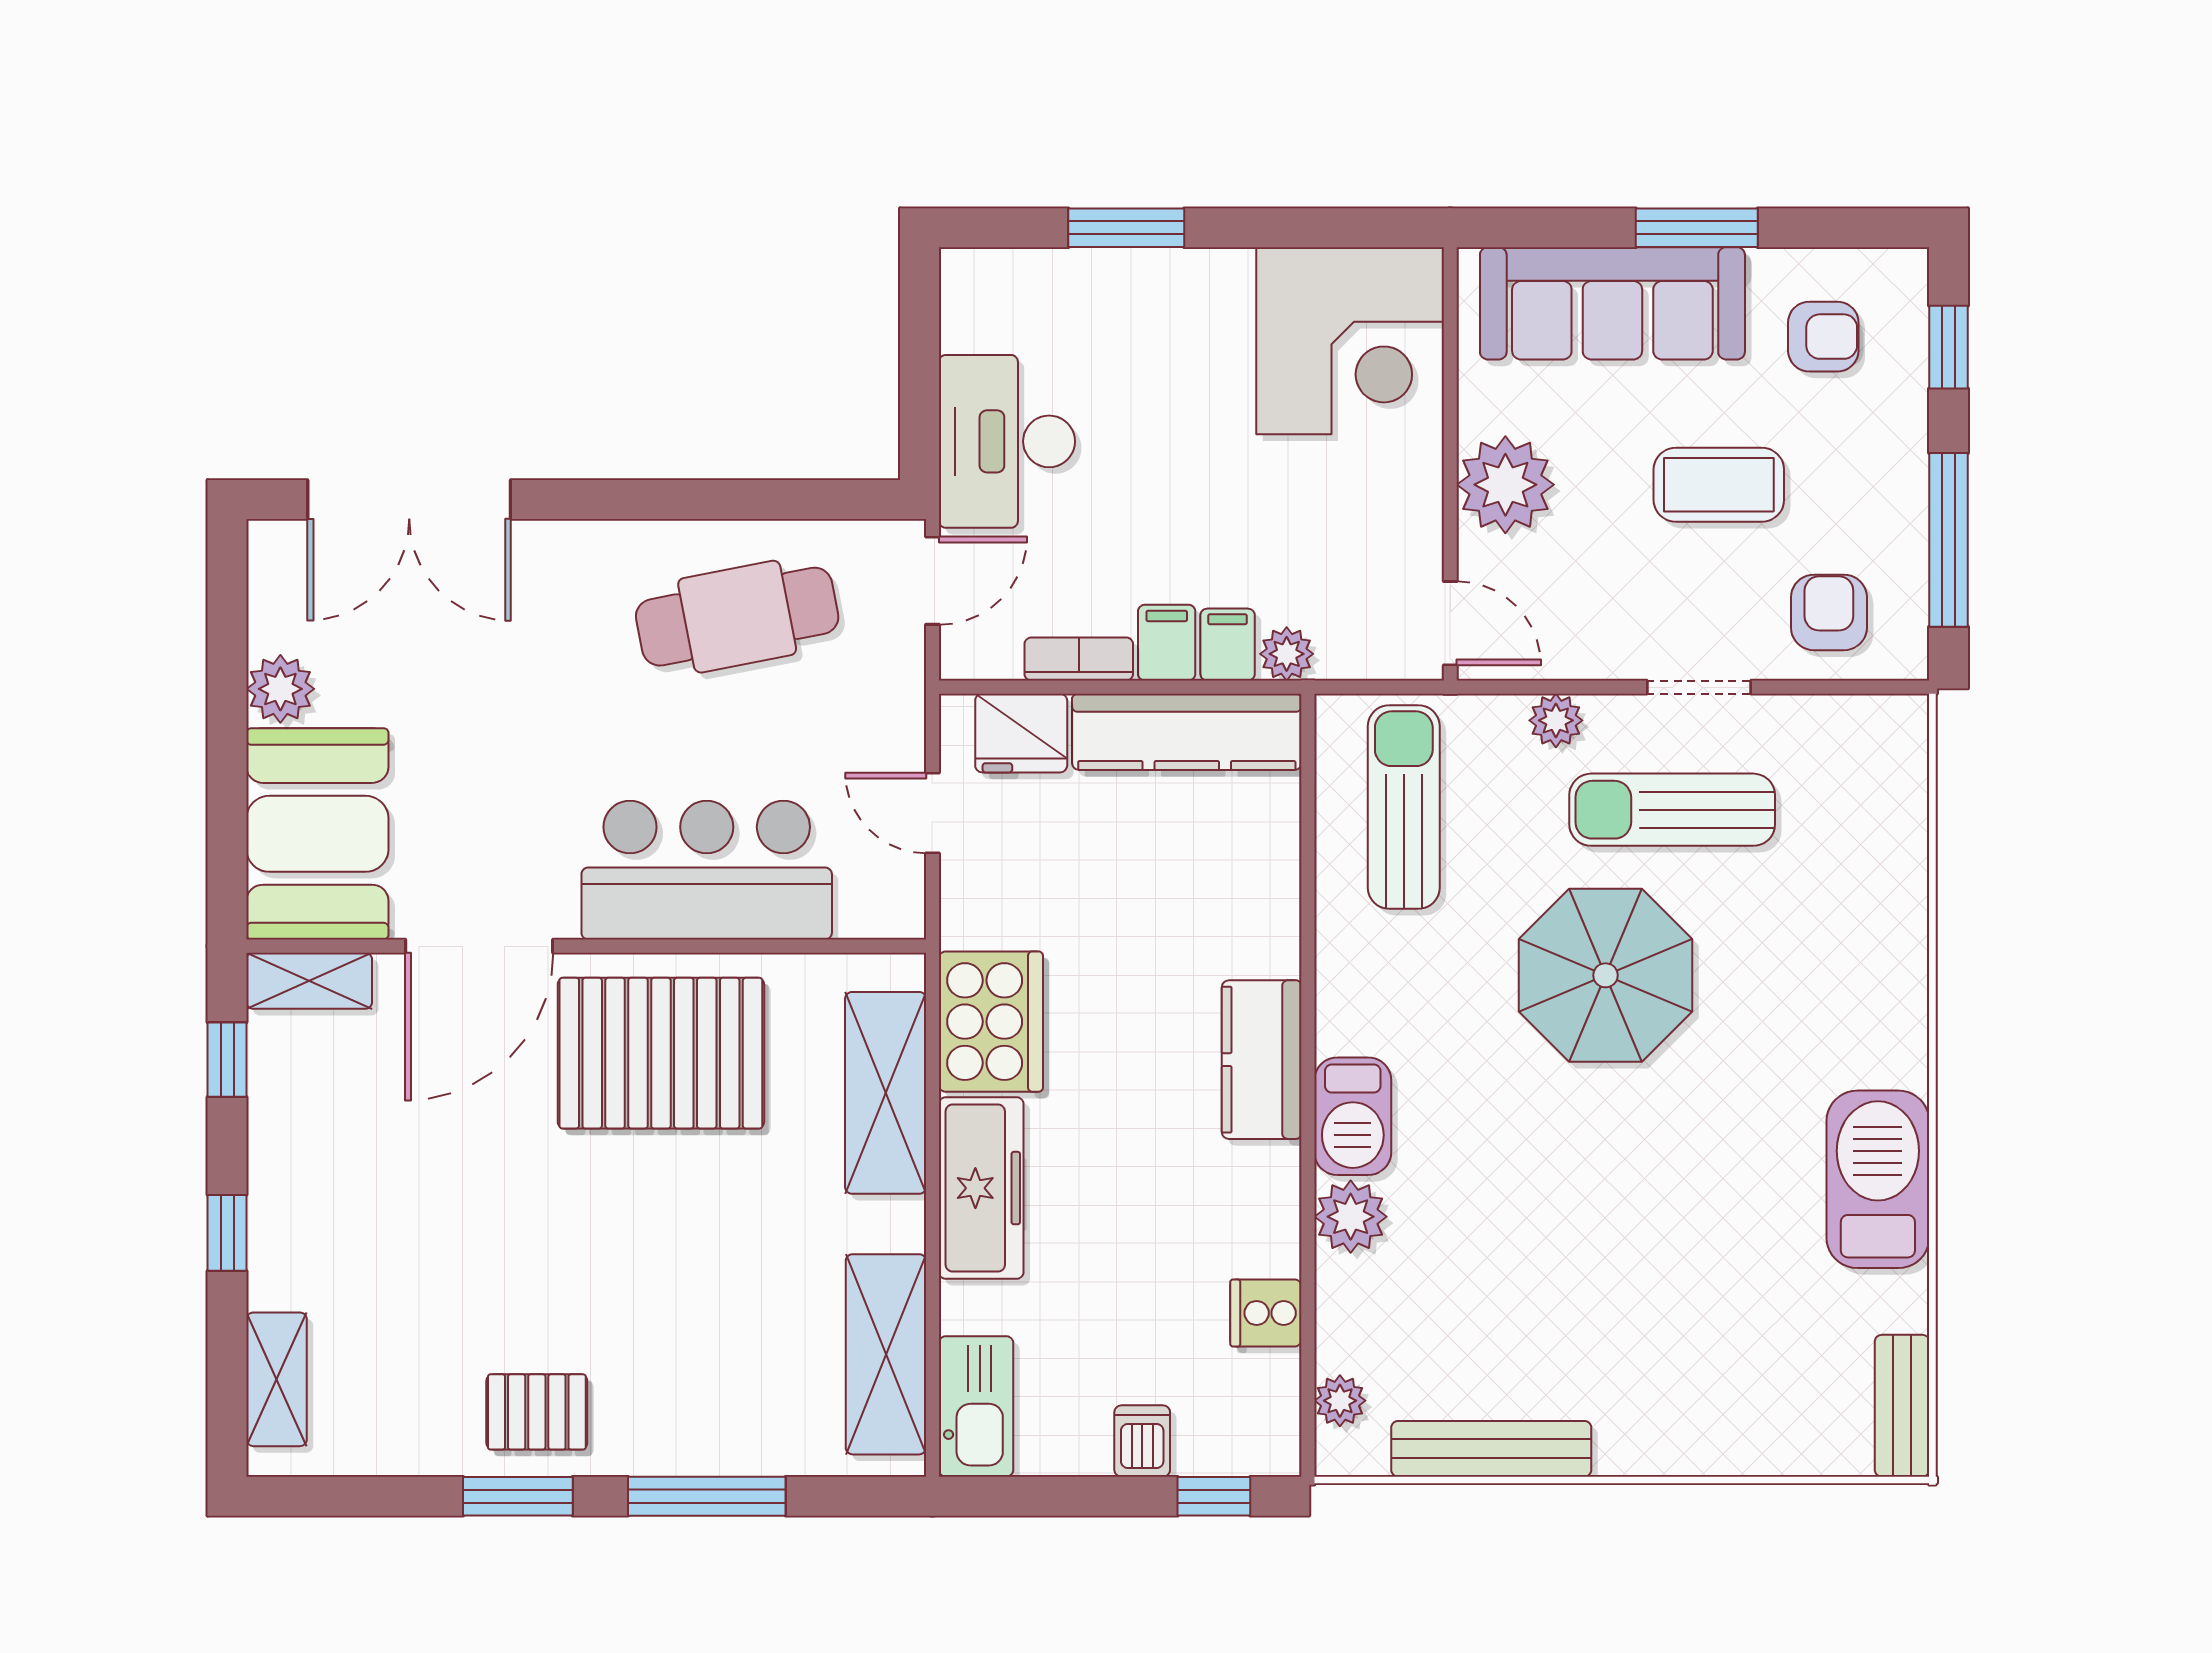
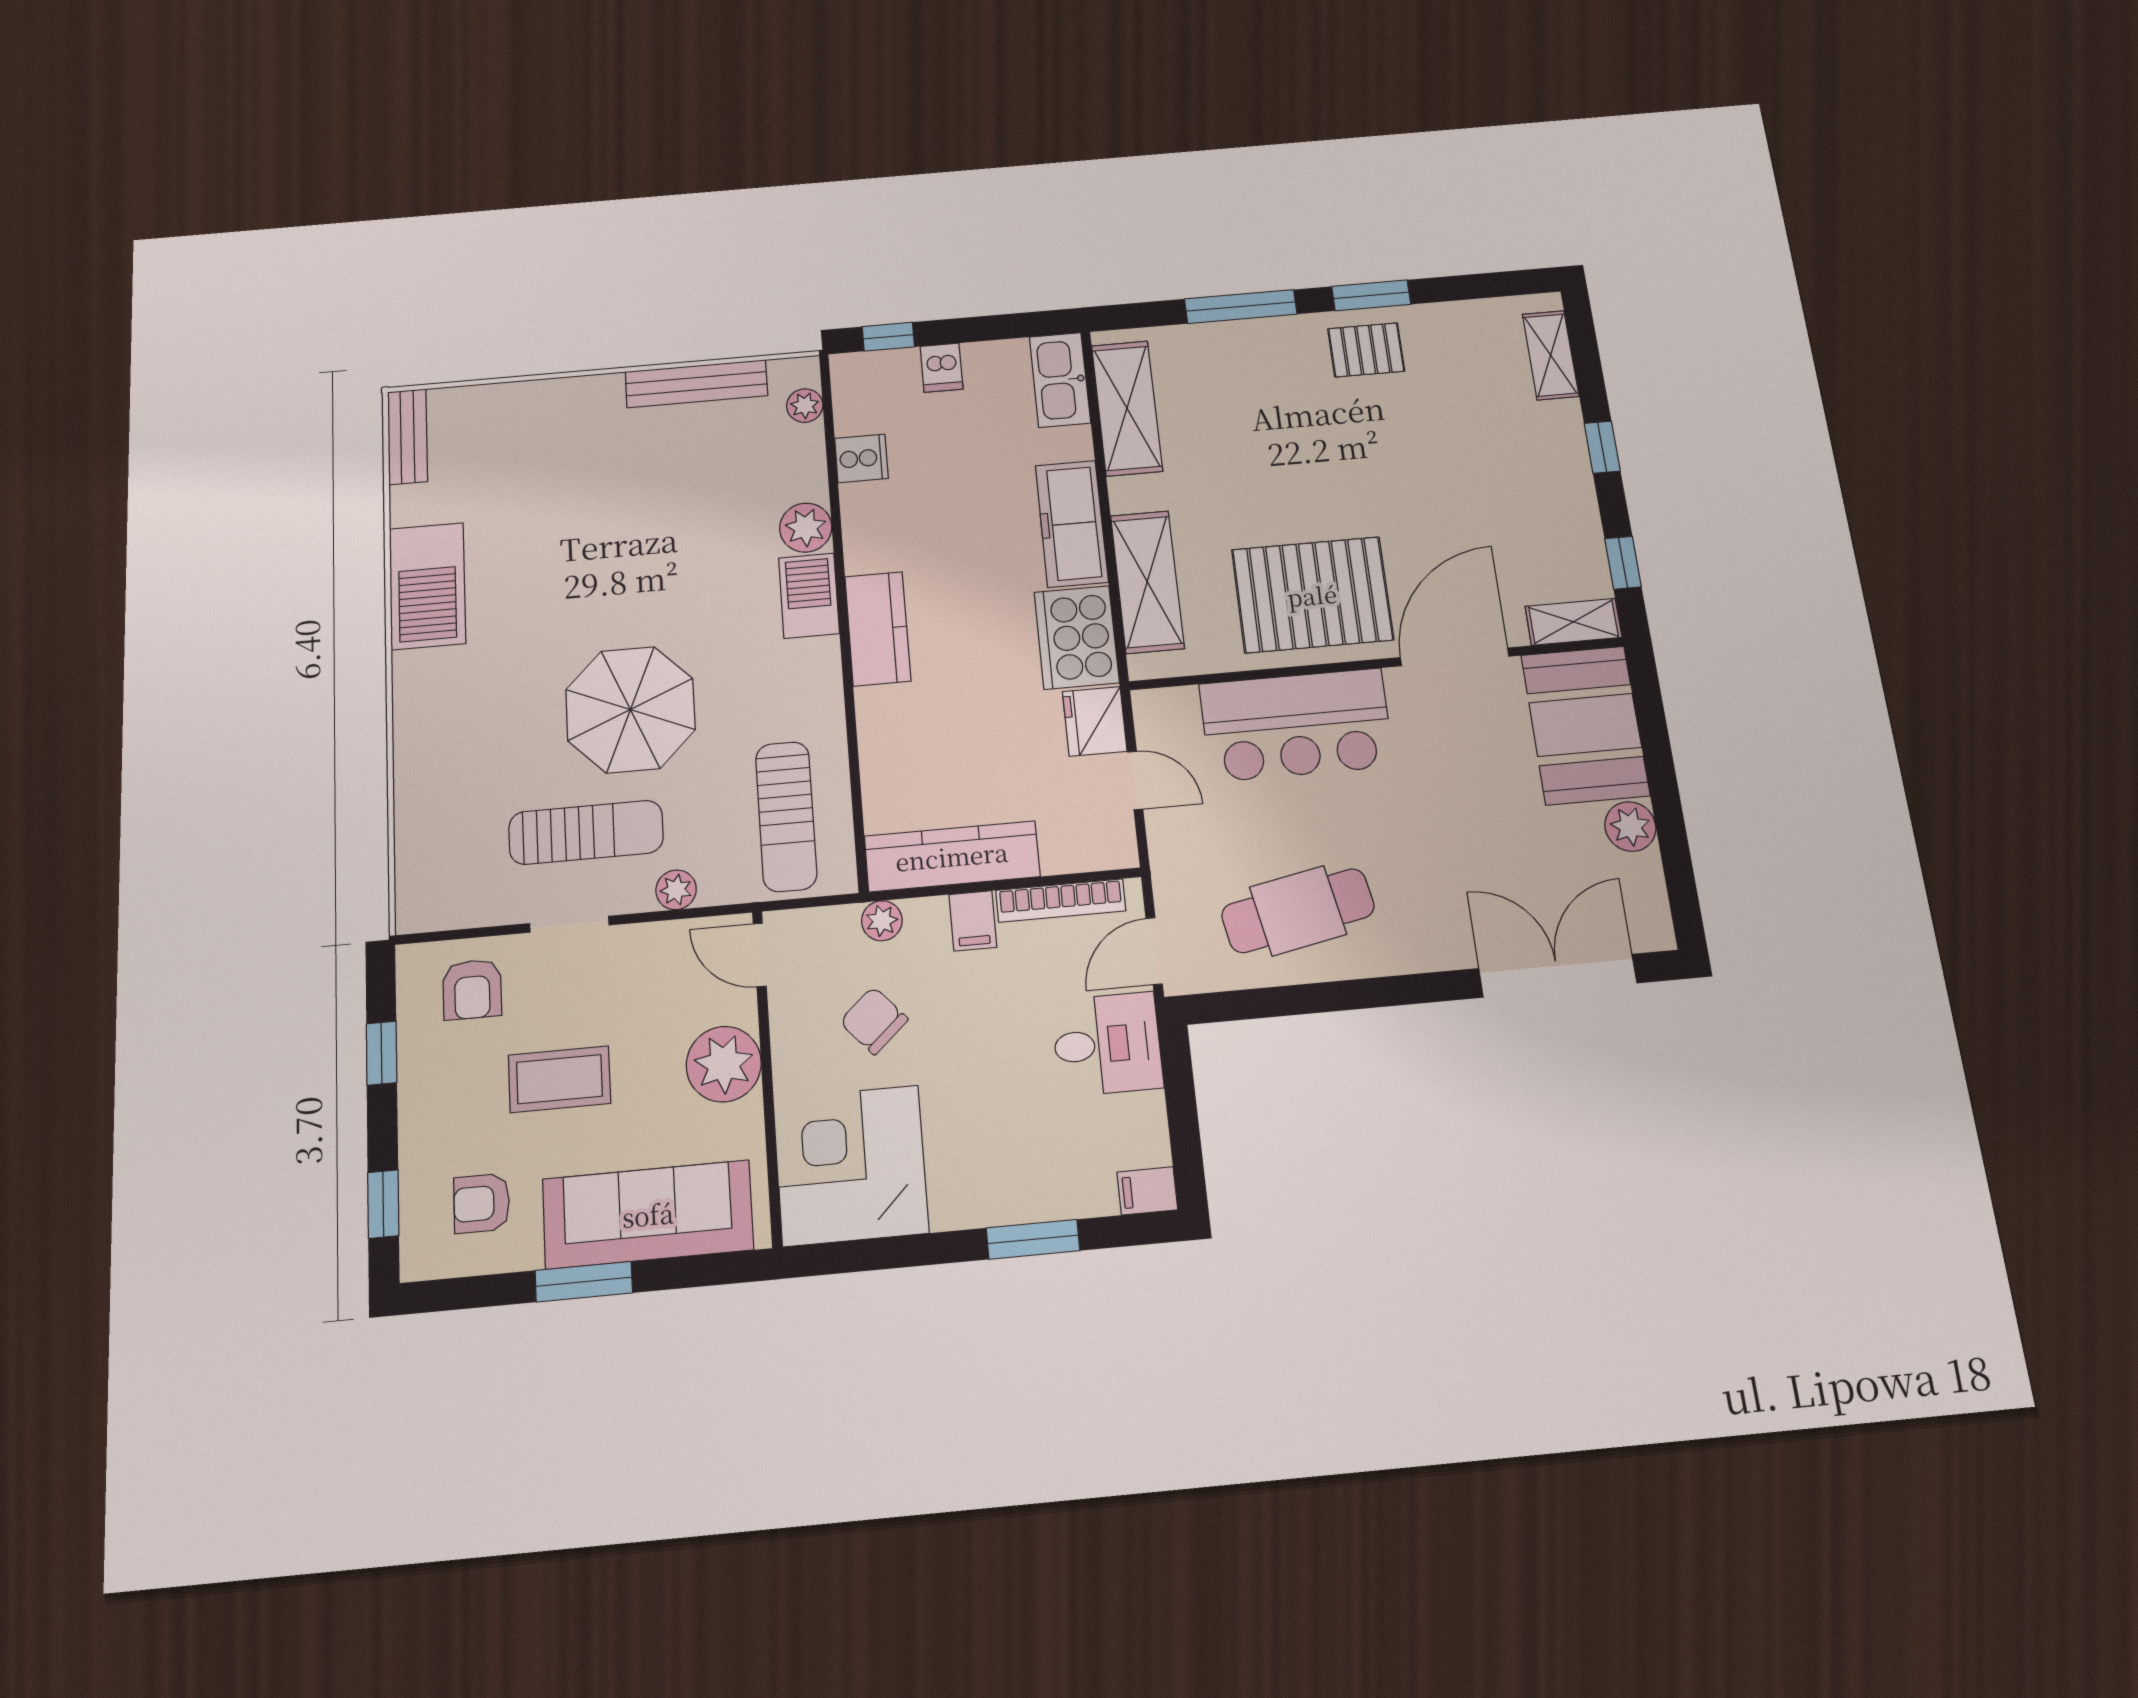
desk: (1007, 441) -> (1107, 1044), width x0.73
chair: (1307, 523) -> (874, 1021), added
window: (1949, 540) -> (382, 1053), width x0.46
filing cabinet: (1228, 645) -> (1147, 1191), moved, turned 90
bookcase: (1079, 659) -> (1061, 901), width x1.56
fridge: (1021, 733) -> (1095, 721), moved, turned -90

